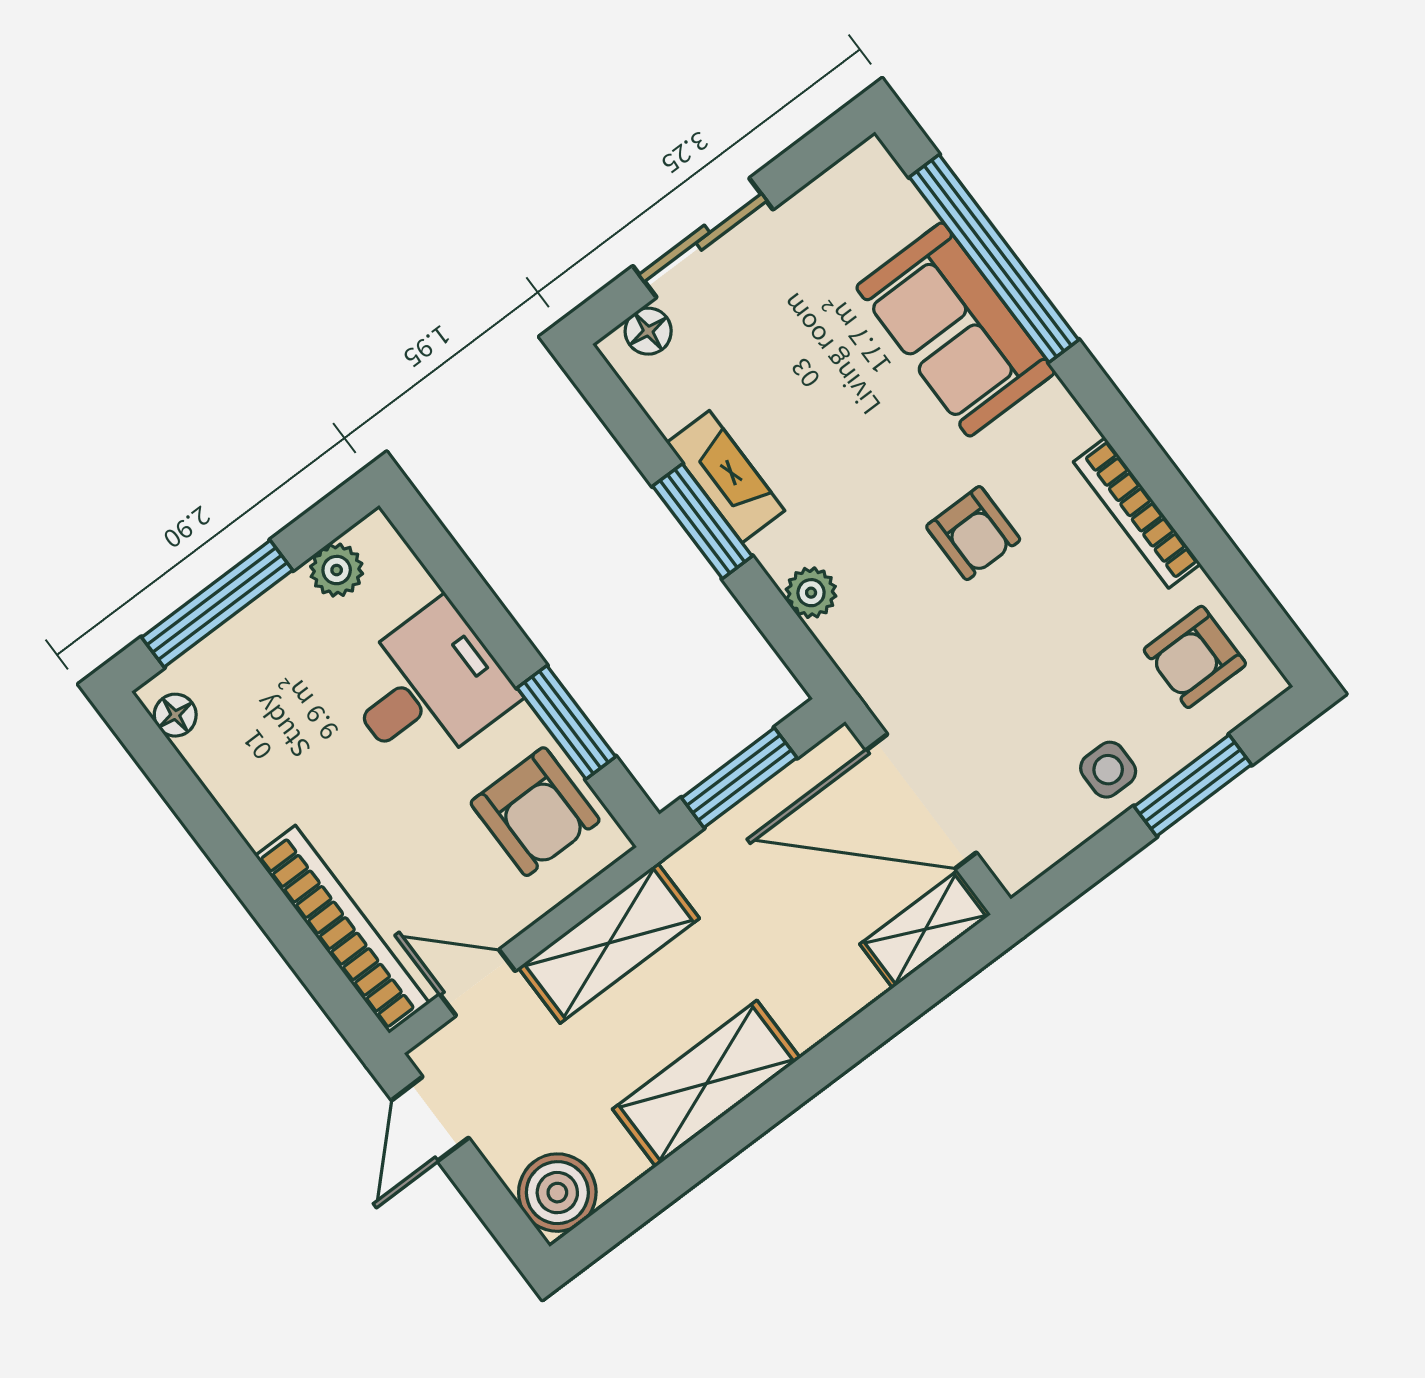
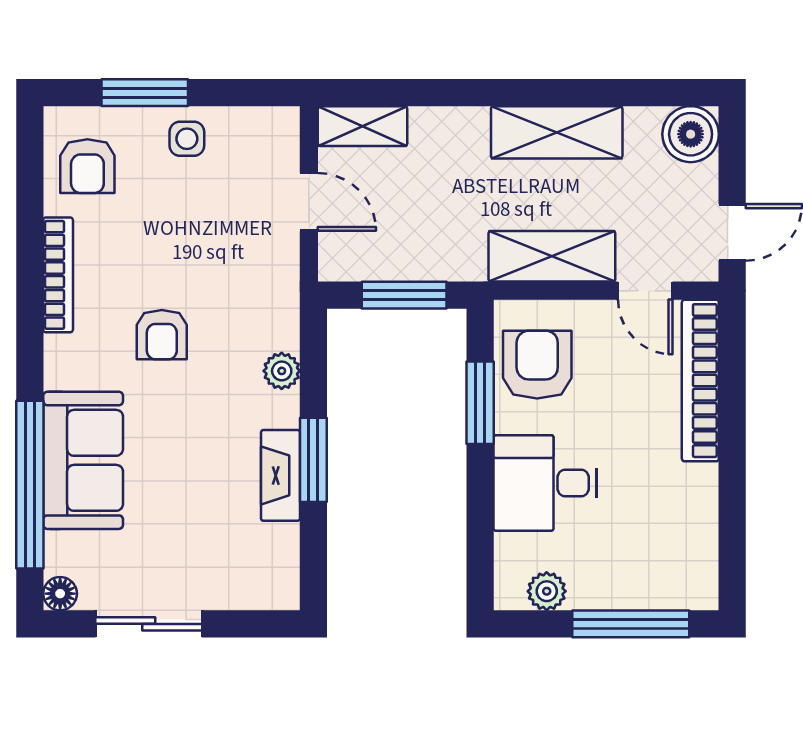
sliding door: (703, 238) -> (149, 624), moved
floor lamp: (648, 331) -> (60, 594), moved
armchair: (973, 533) -> (162, 335), turned 180
armchair: (1195, 657) -> (87, 166), turned 90
floor lamp: (175, 715) -> (704, 578), removed
door: (921, 801) -> (309, 202), width x0.53

